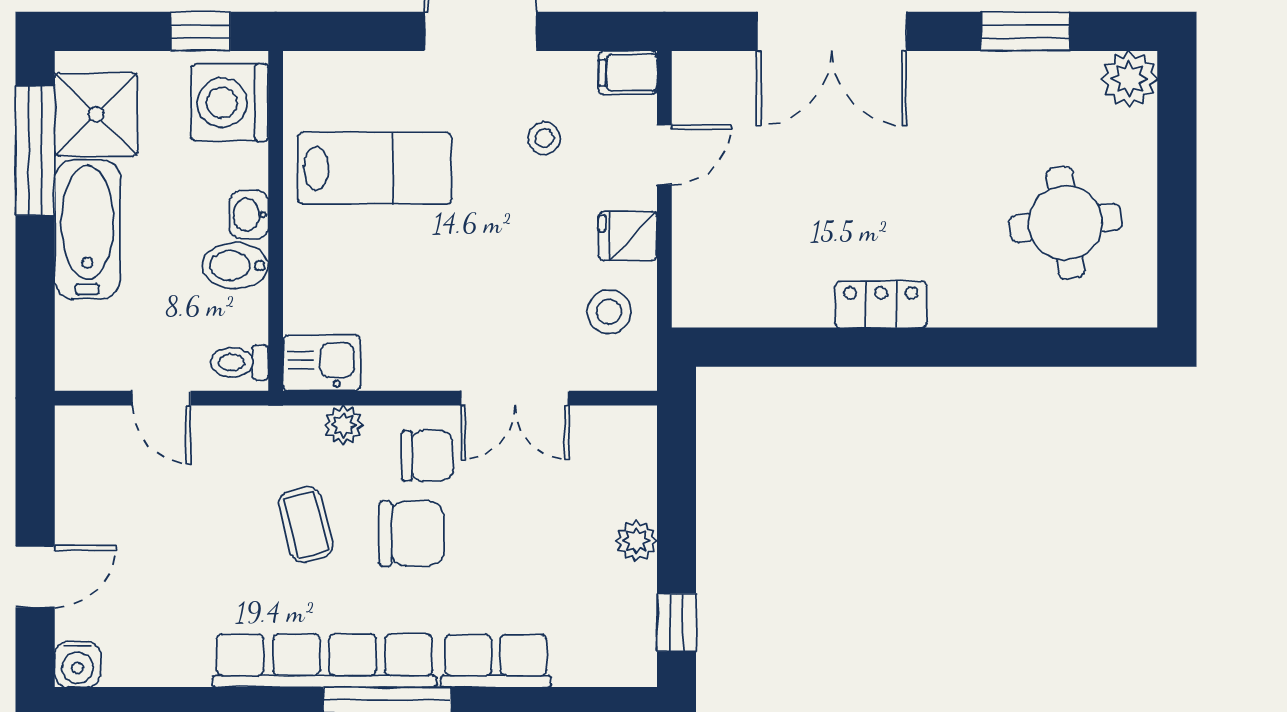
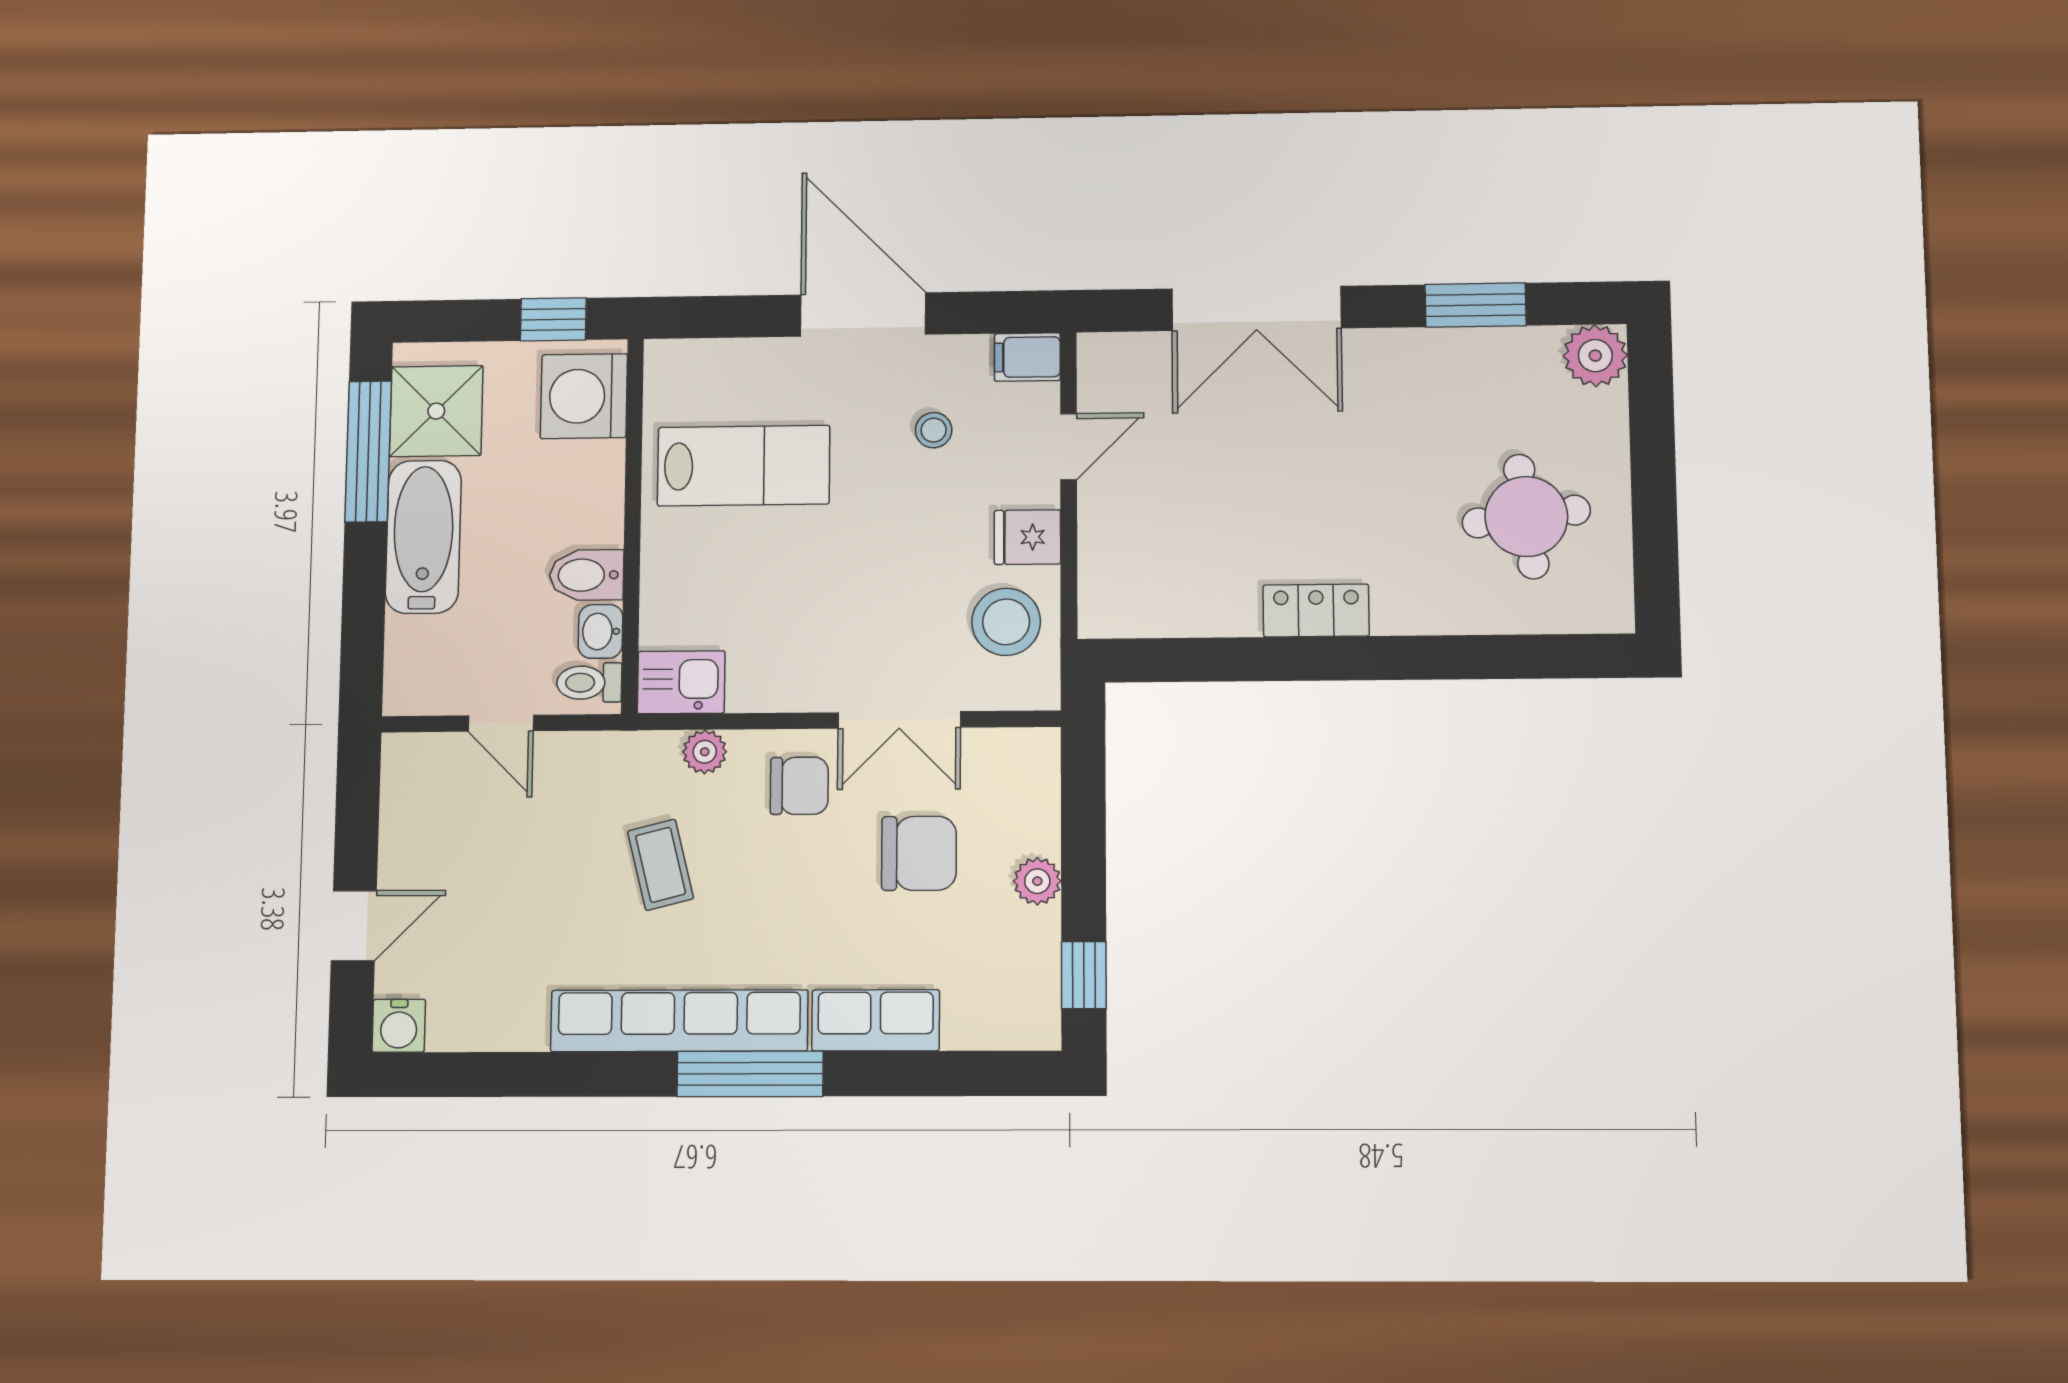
washbasin: (249, 215) -> (600, 631), moved
stool: (609, 312) -> (1006, 622), width x1.38, depth x1.38
chair: (411, 534) -> (919, 853), moved

